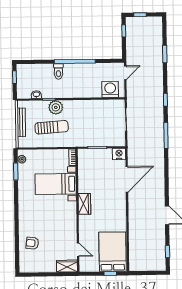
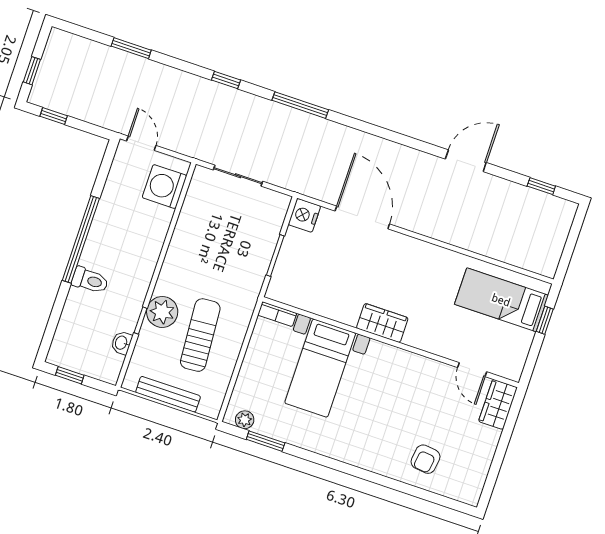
door: (78, 250) -> (472, 370), swing flipped
bed: (113, 252) -> (501, 300), width x0.67

